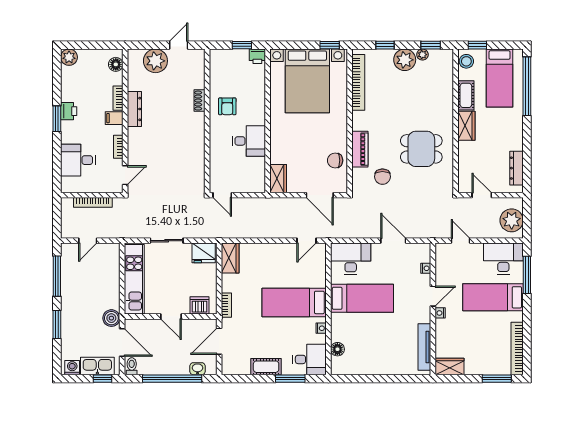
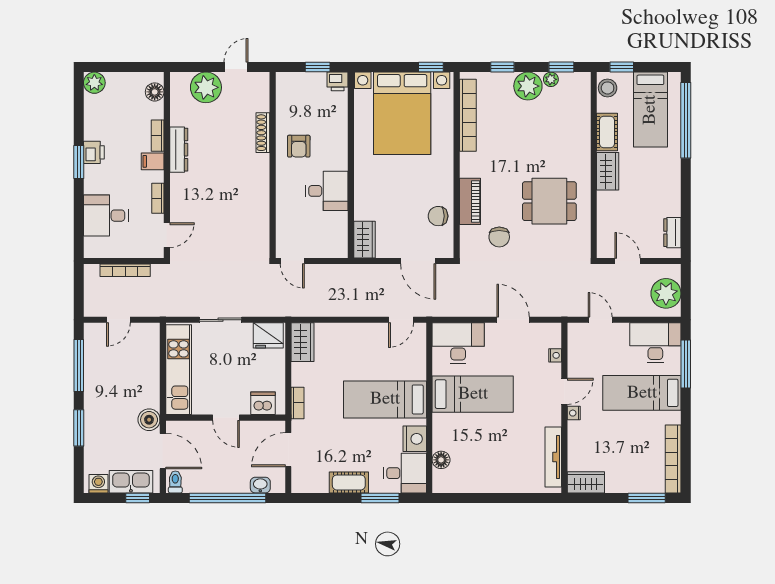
shoe rack: (199, 101) -> (263, 133), width x1.43
dresser: (517, 168) -> (672, 233), width x0.70
nightstand: (321, 328) -> (415, 439), width x1.89, depth x1.79

